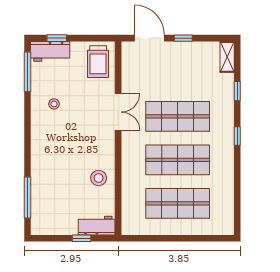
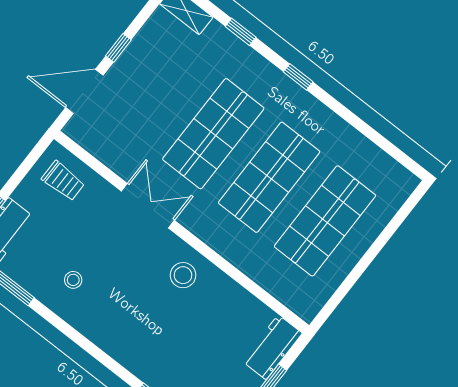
trolley: (98, 62) -> (63, 181), width x0.73, depth x0.72
stool: (99, 178) -> (183, 275), moved

